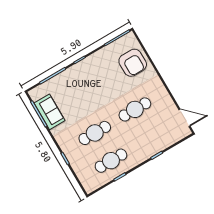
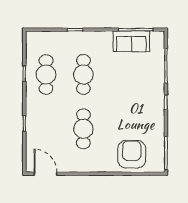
armchair: (133, 63) -> (132, 154), turned 90
door: (184, 118) -> (46, 174), swing flipped

